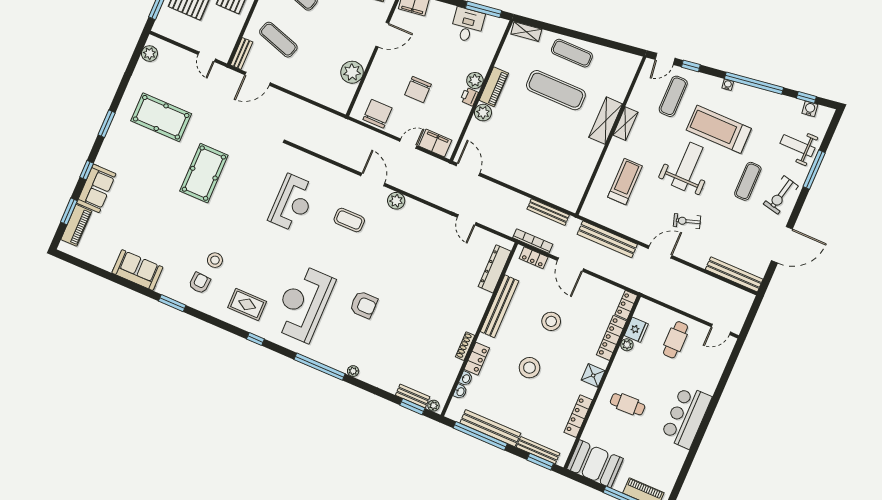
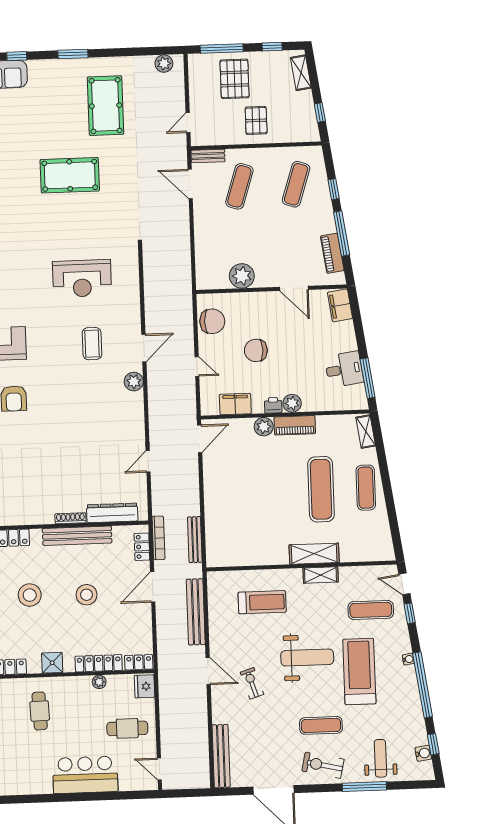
filing cabinet: (435, 143) -> (235, 404), moved, turned -90
fridge: (636, 330) -> (145, 686), moved, turned 90
shoe rack: (465, 346) -> (70, 518), moved
bar counter: (686, 417) -> (85, 775), moved

